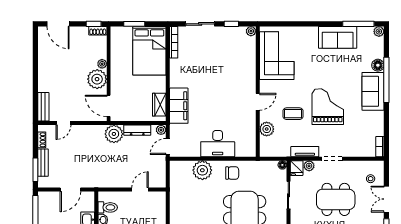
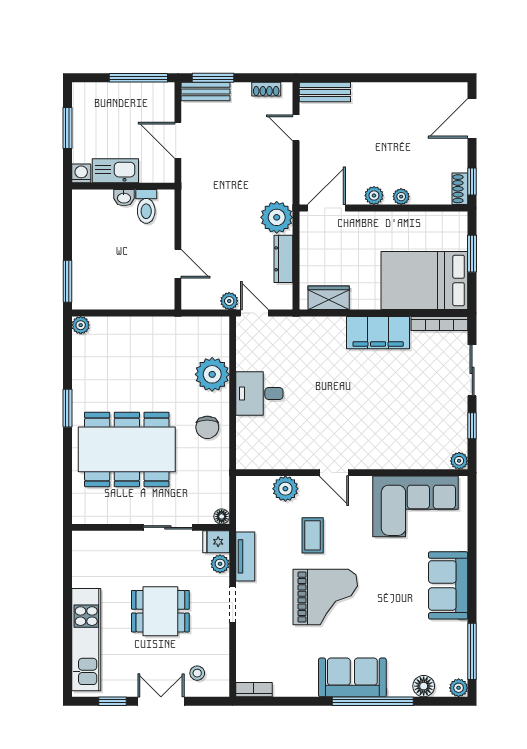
sofa: (338, 37) -> (448, 585), moved
floor lamp: (378, 65) -> (424, 686), moved
plant: (97, 79) -> (374, 196), width x0.53, depth x0.53
filing cabinet: (179, 106) -> (378, 333), moved
plant: (161, 130) -> (229, 301), moved
desk: (218, 144) -> (259, 393), width x0.73
bench: (43, 163) -> (205, 92), moved
dining table: (336, 199) -> (160, 611), width x0.73

